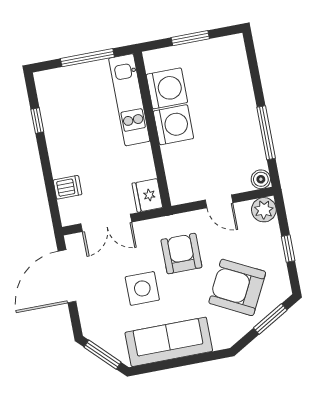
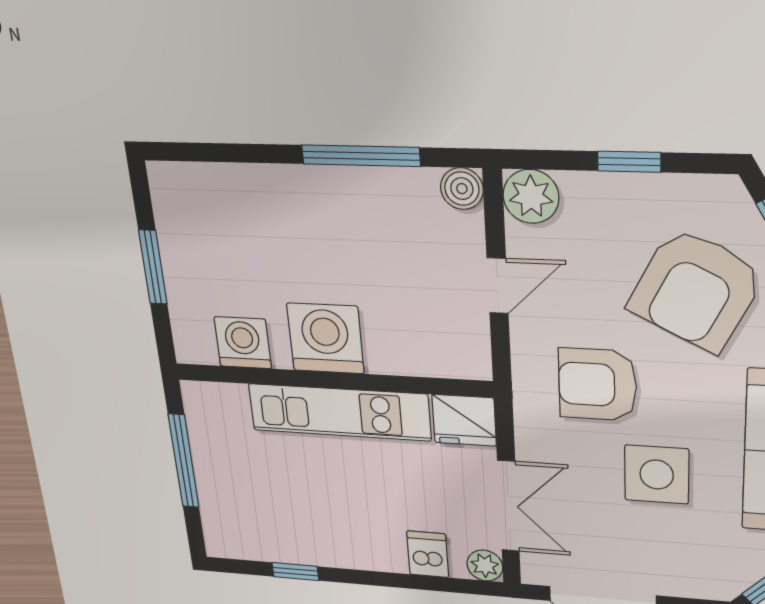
washing machine: (167, 88) -> (243, 343), width x0.73, depth x0.73
kitchen unit: (129, 100) -> (339, 412), moved
plant: (69, 216) -> (485, 566), added

